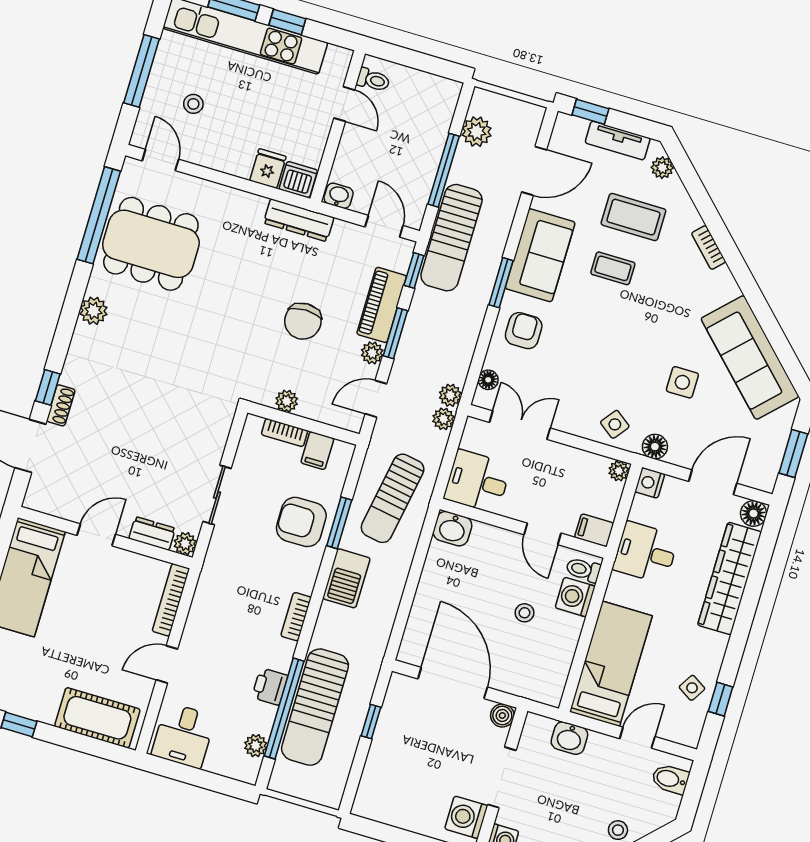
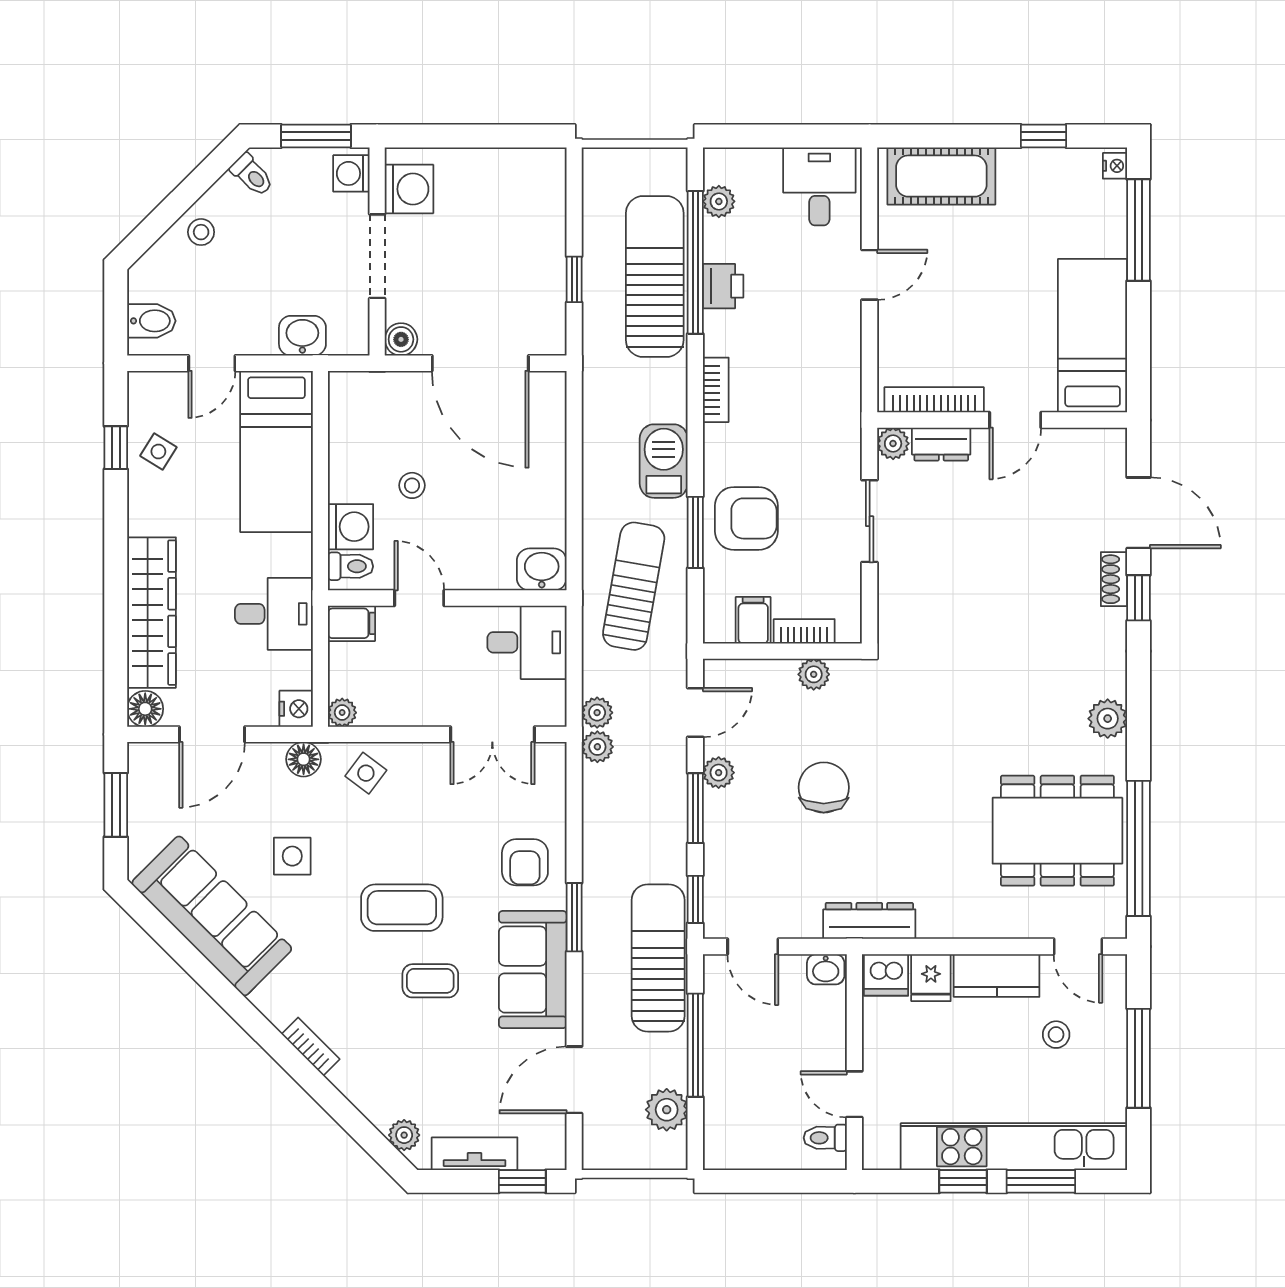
kitchen counter: (222, 157) -> (997, 976), added
coffee table: (633, 217) -> (402, 908), moved
piano: (382, 305) -> (725, 840), removed
floor lamp: (488, 380) -> (553, 783), removed
bookcase: (171, 600) -> (934, 400), moved, turned -90

